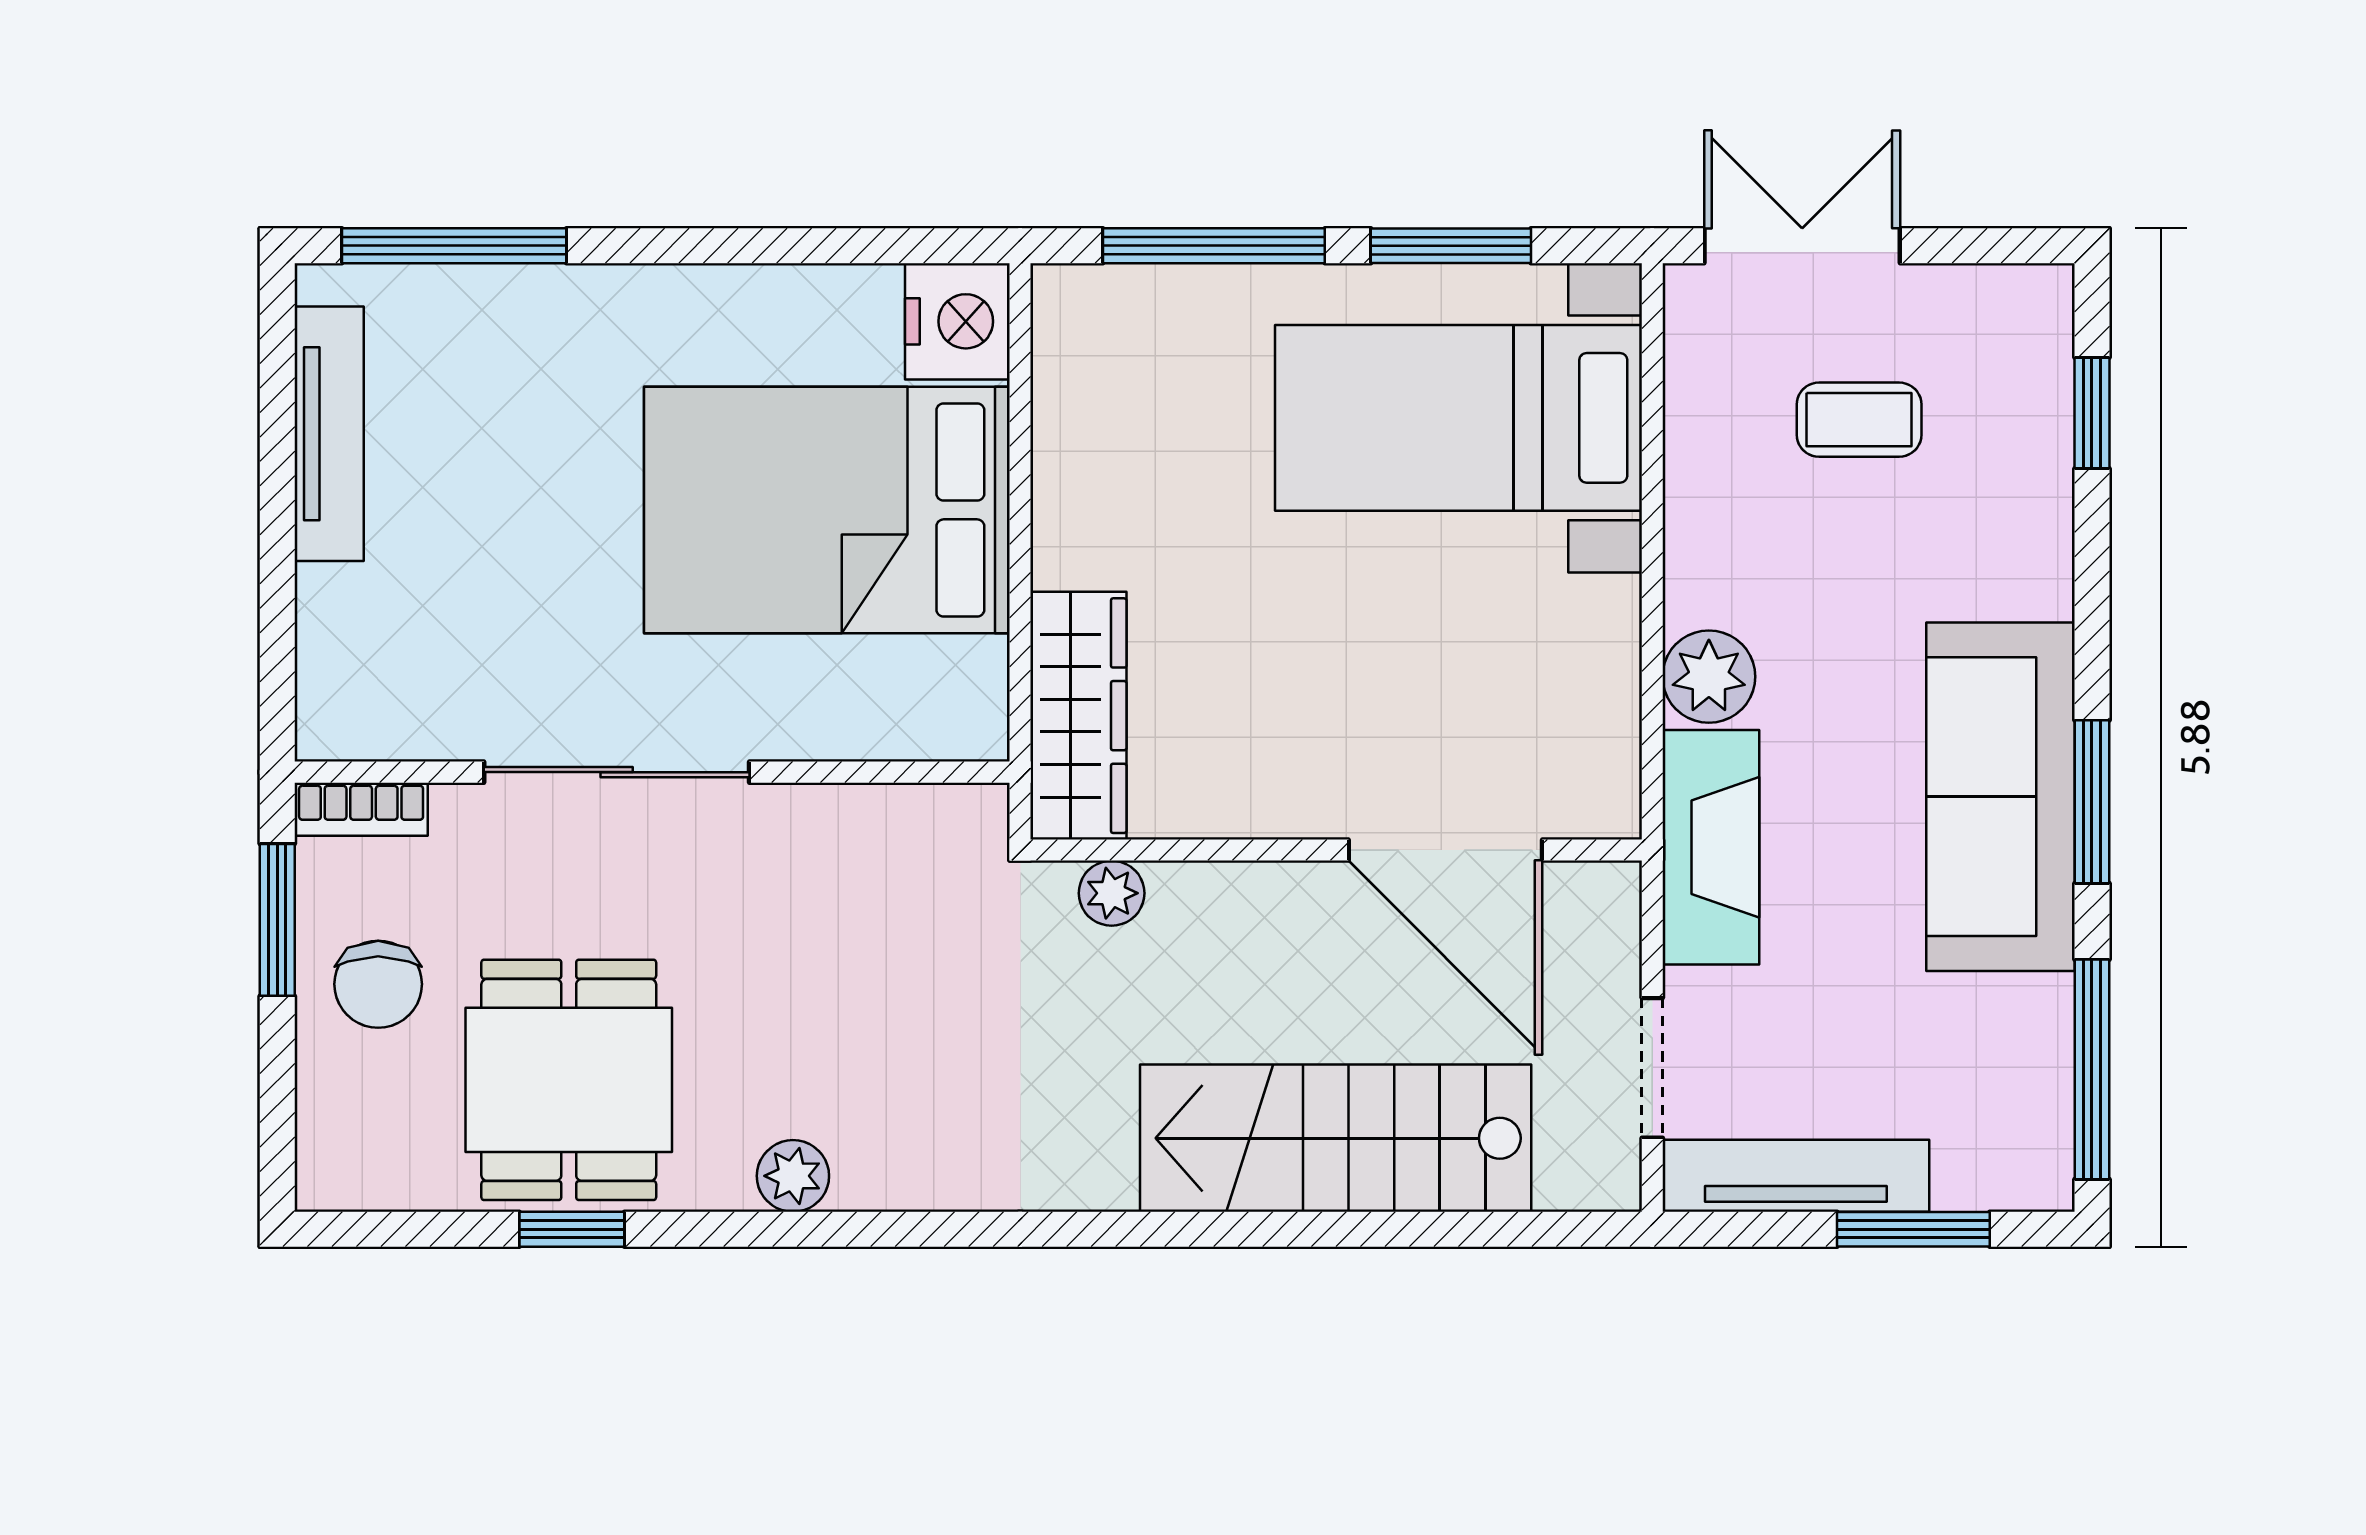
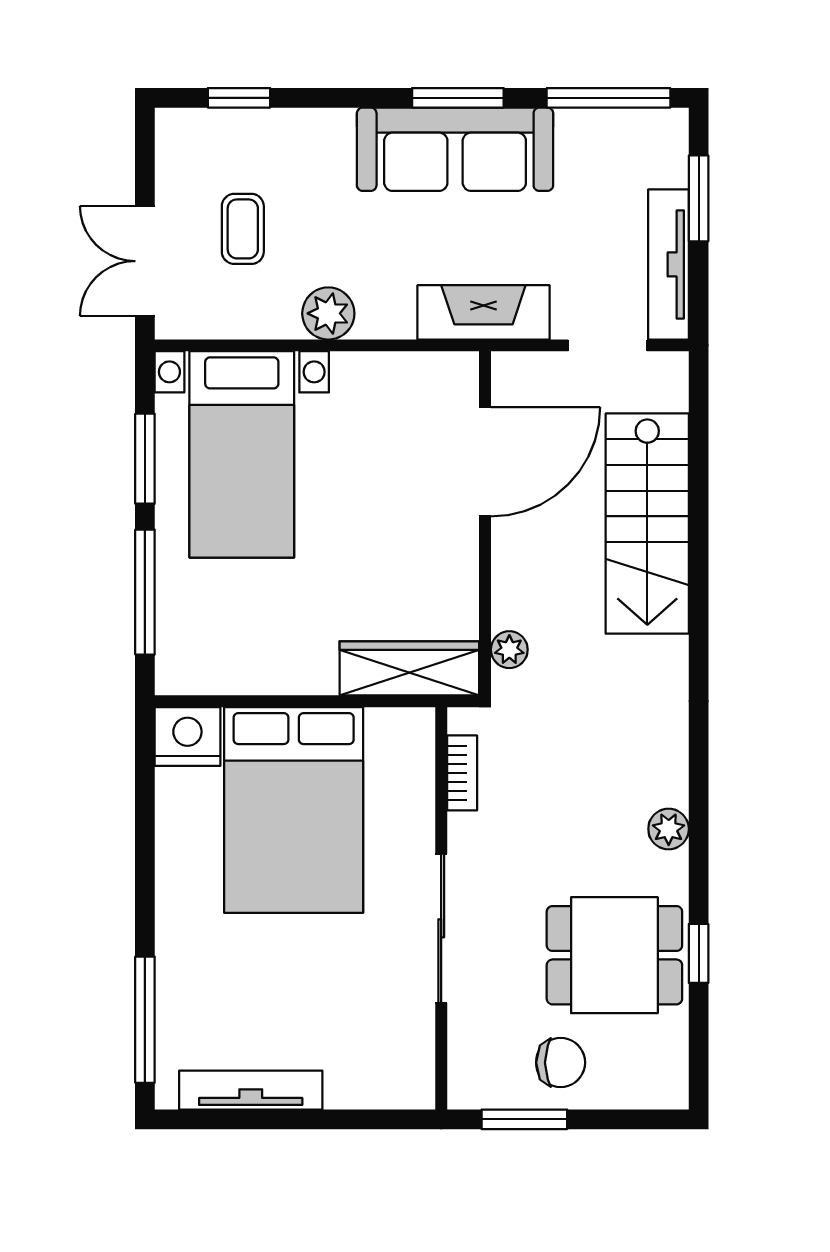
plant: (1709, 677) -> (328, 313), moved
bookcase: (361, 809) -> (462, 773), moved

